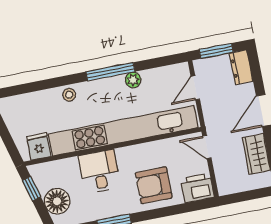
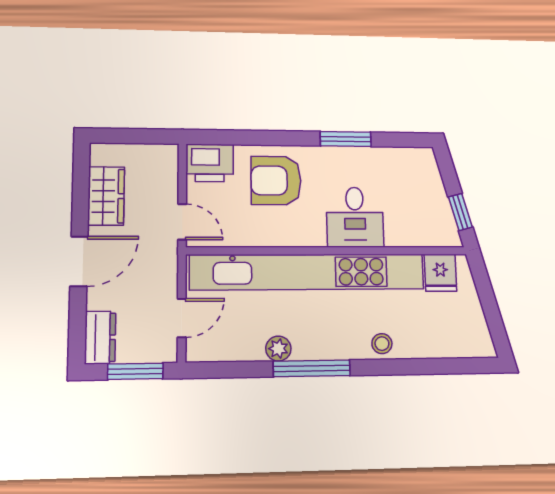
armchair: (154, 185) -> (276, 180), turned 180
floor lamp: (57, 201) -> (425, 186), removed

